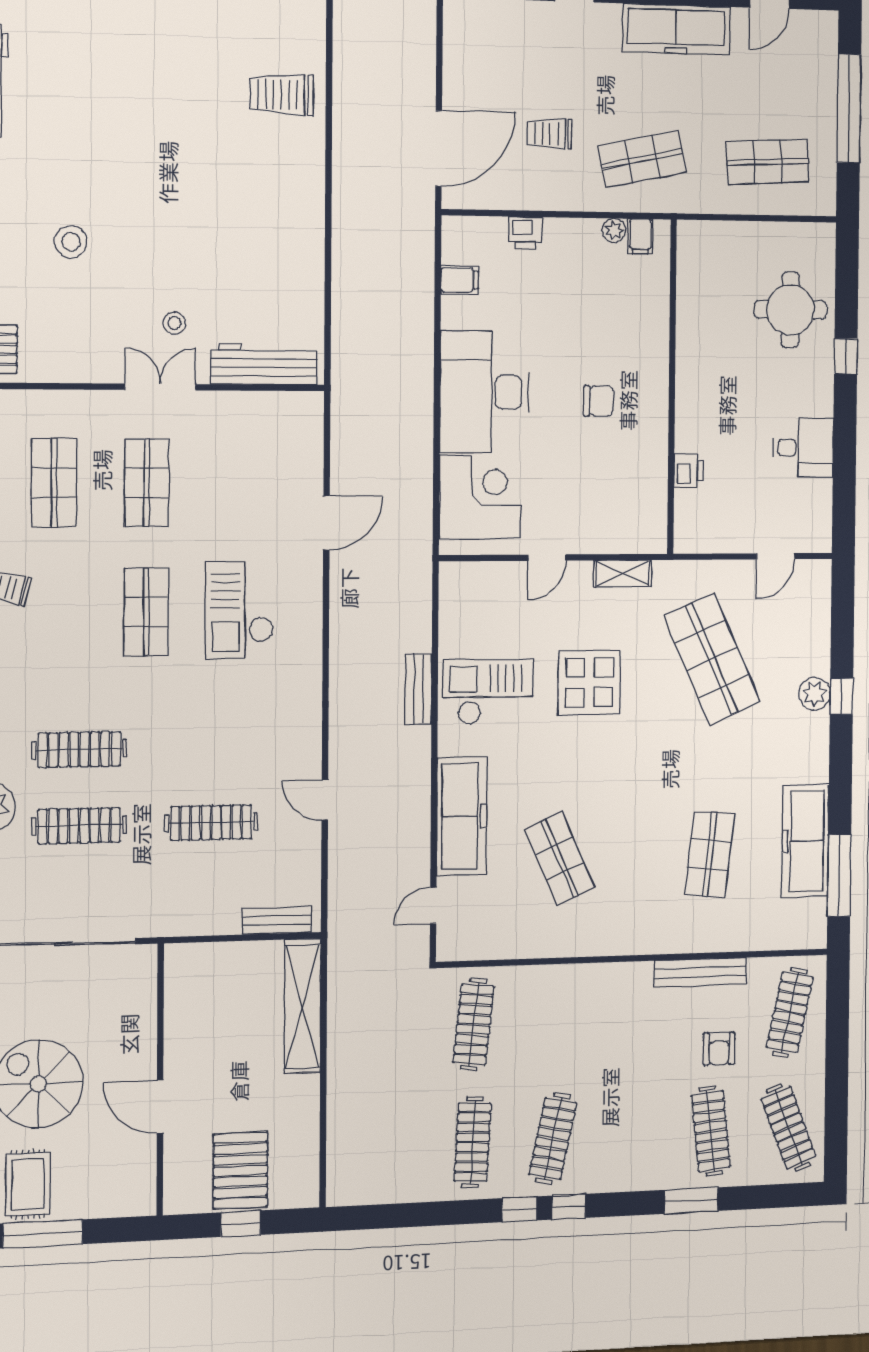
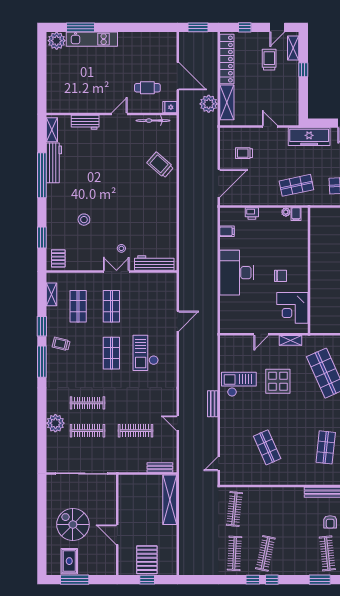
trolley: (282, 95) -> (160, 165), turned 41
trolley: (549, 134) -> (244, 153), moved
printer: (689, 471) -> (316, 302), removed
corner desk: (480, 497) -> (292, 308), moved, turned 180
bench: (419, 689) -> (213, 404), moved
freezer: (462, 816) -> (229, 431), removed

